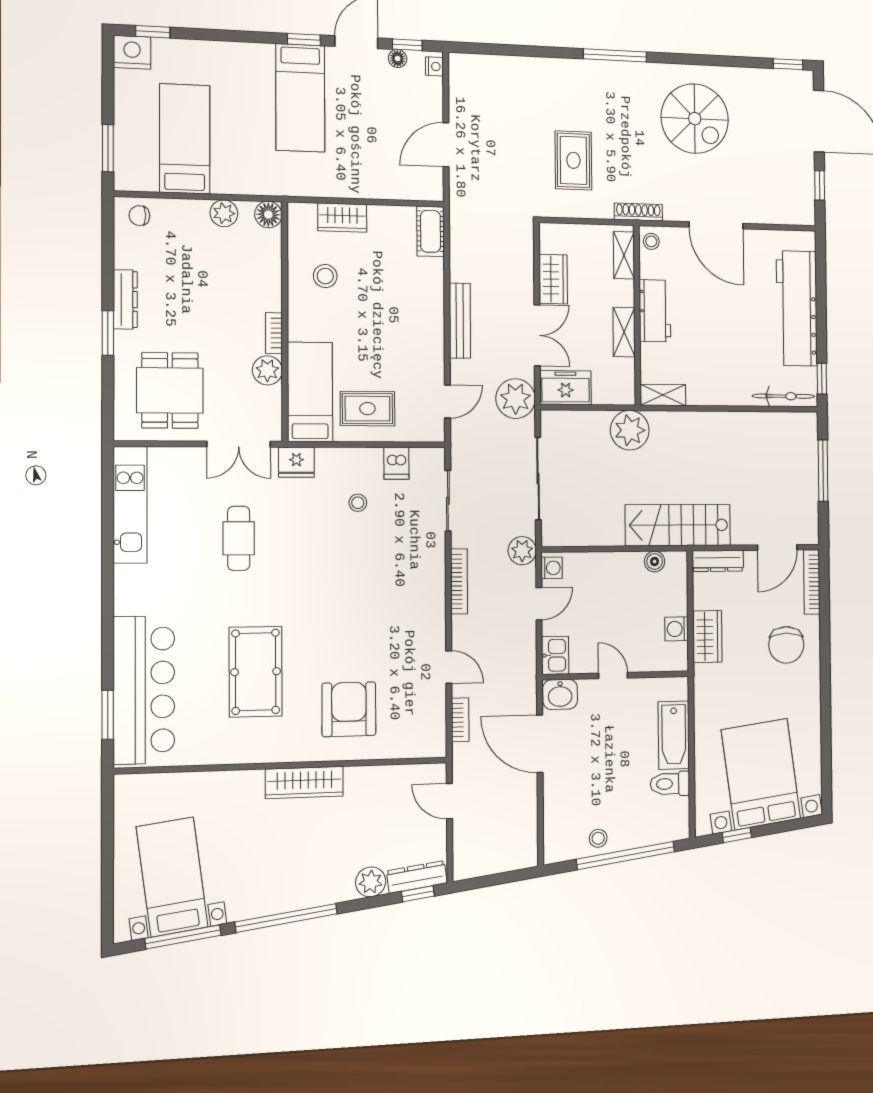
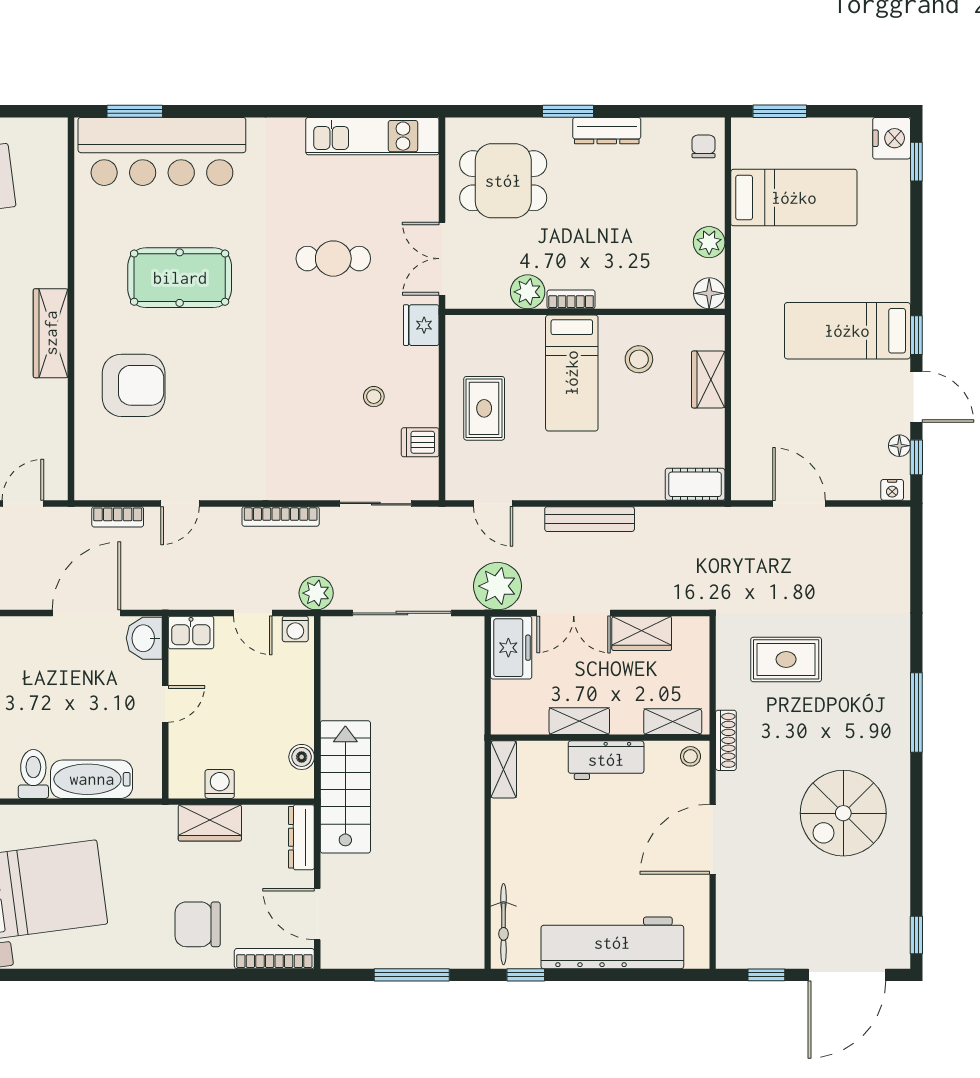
bed: (310, 392) -> (572, 373), moved, turned 90
plant: (630, 430) -> (460, 727), removed

